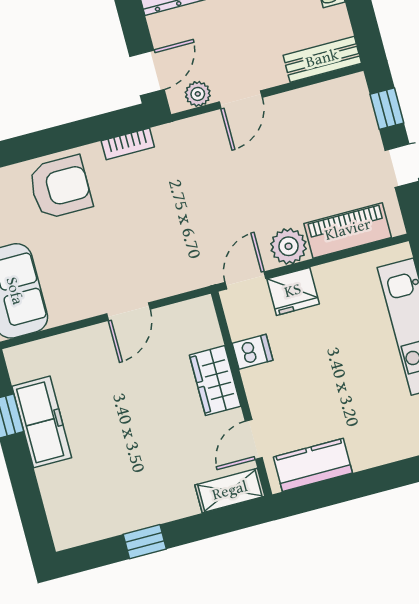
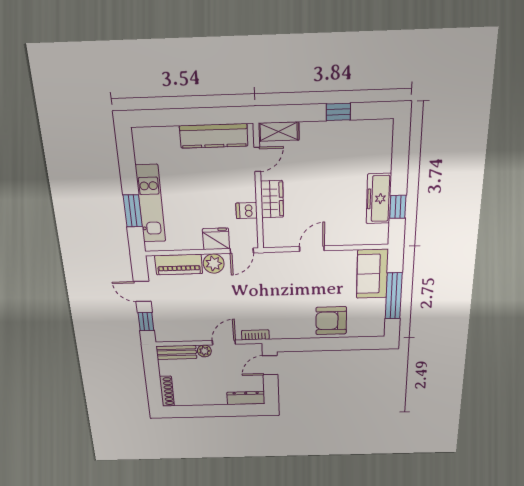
plant: (198, 94) -> (204, 351), moved
bookcase: (128, 144) -> (255, 335), moved
kitchen counter: (313, 465) -> (214, 136), width x1.50

